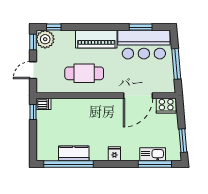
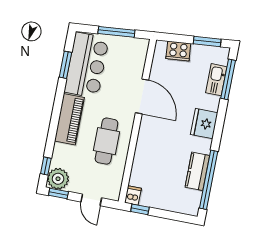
door: (138, 96) -> (142, 96), moved
cooker: (166, 106) -> (178, 51), moved, turned 85
fridge: (114, 154) -> (204, 124), width x1.88, depth x1.34

